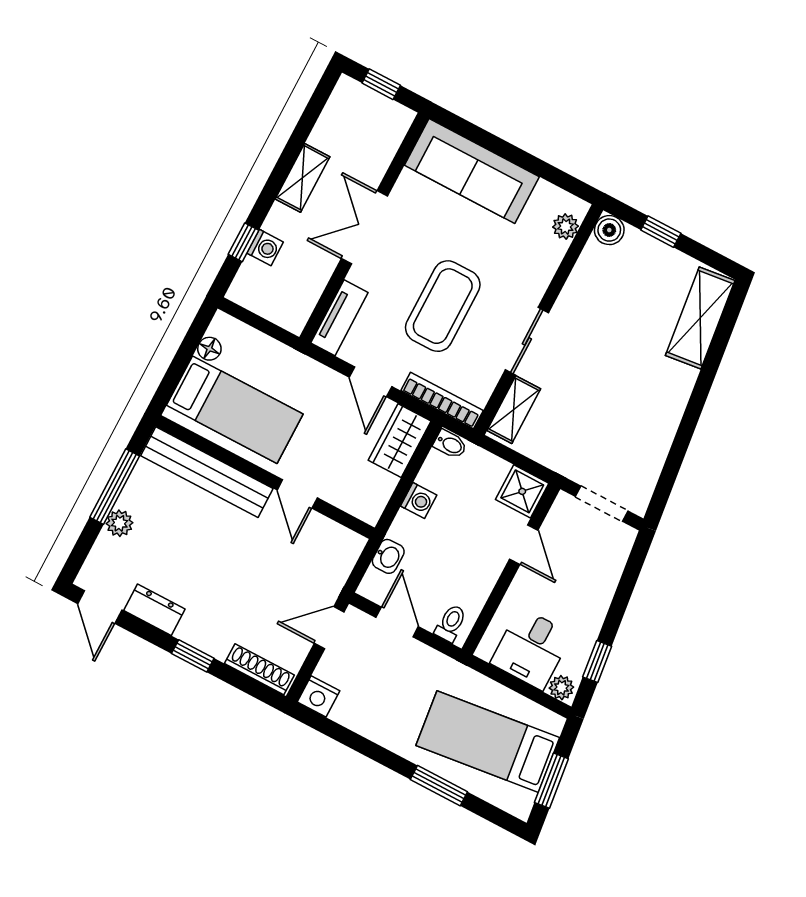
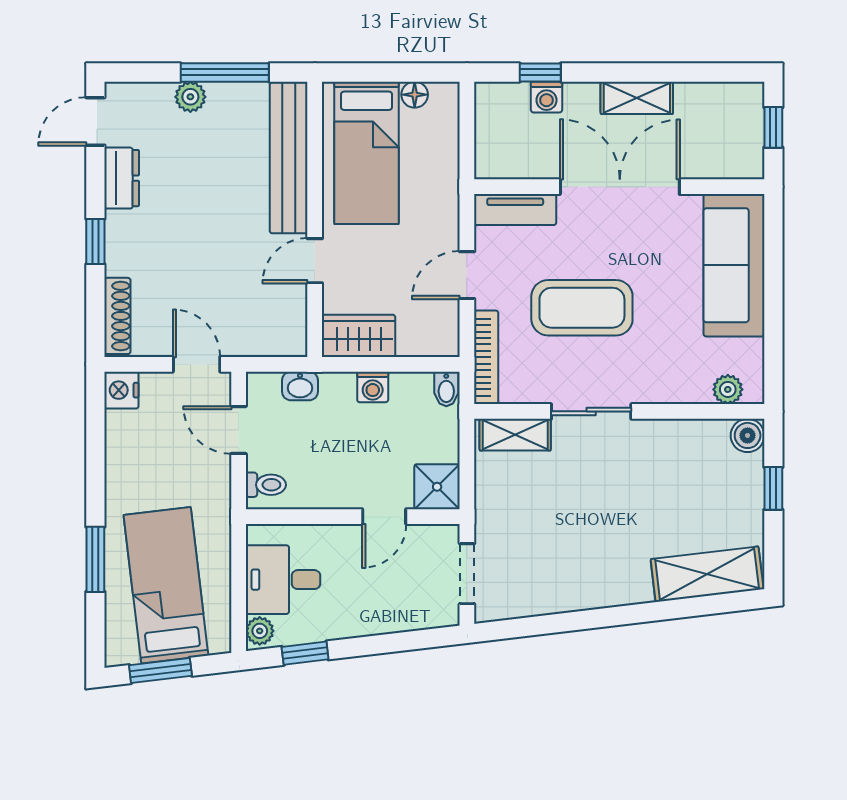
double door: (364, 227) -> (620, 187), width x1.37
wardrobe: (400, 441) -> (359, 336), moved
door: (397, 622) -> (239, 430), swing flipped

